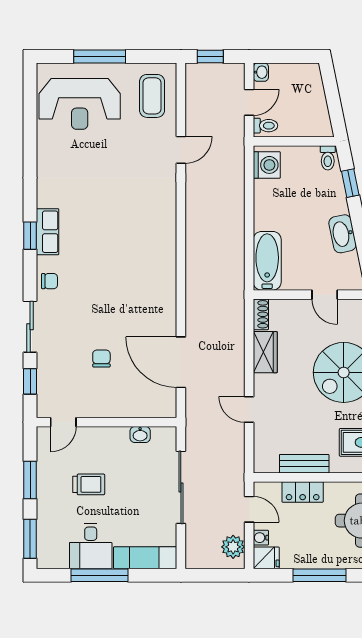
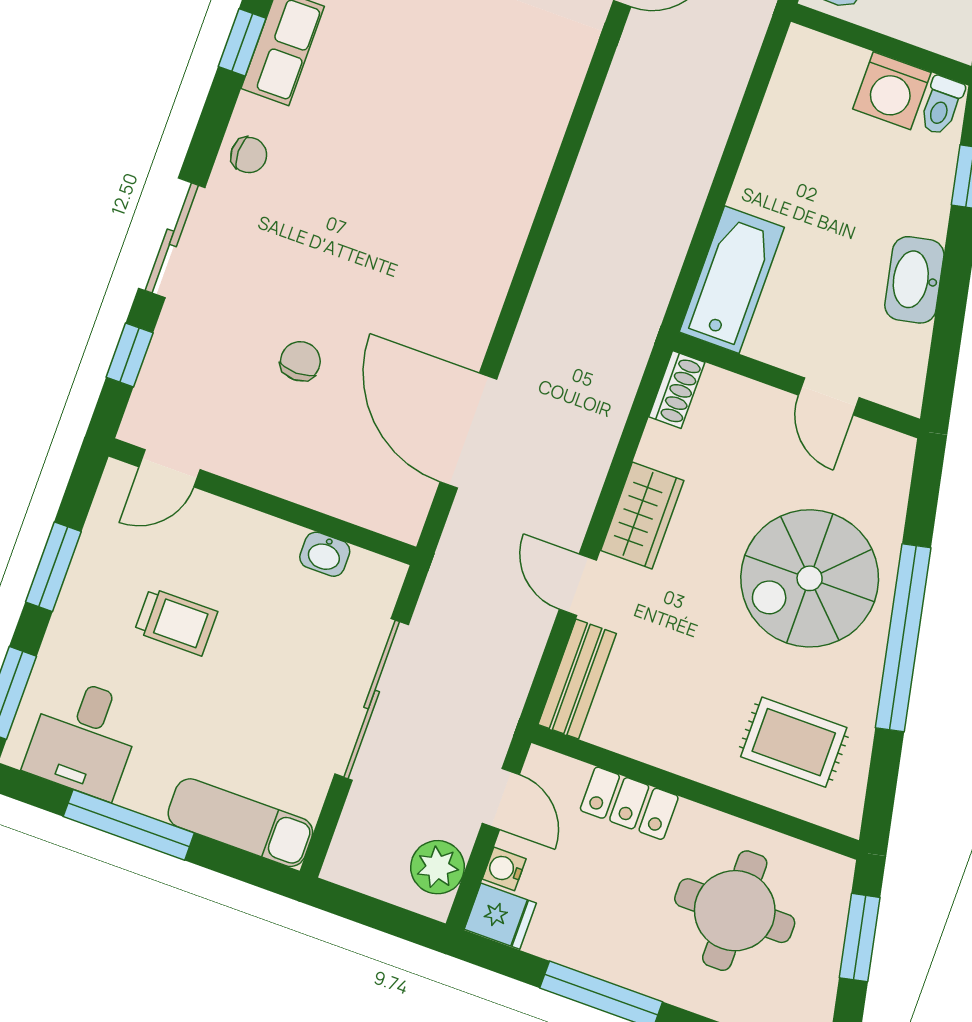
washing machine: (267, 165) -> (892, 91), moved, turned 90
wardrobe: (265, 352) -> (642, 515), moved
bench: (304, 464) -> (577, 679), moved, turned 90
desk: (91, 546) -> (84, 738), moved

